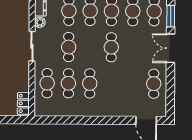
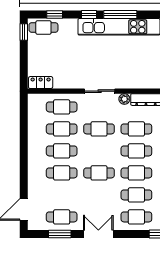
window: (171, 16) -> (60, 234), moved
cafe table: (111, 83) -> (62, 173), added

